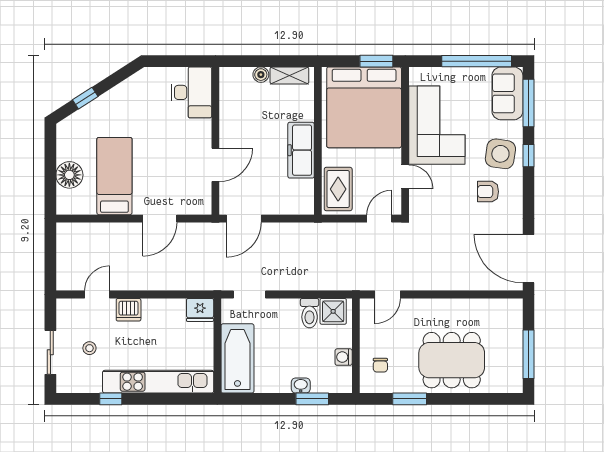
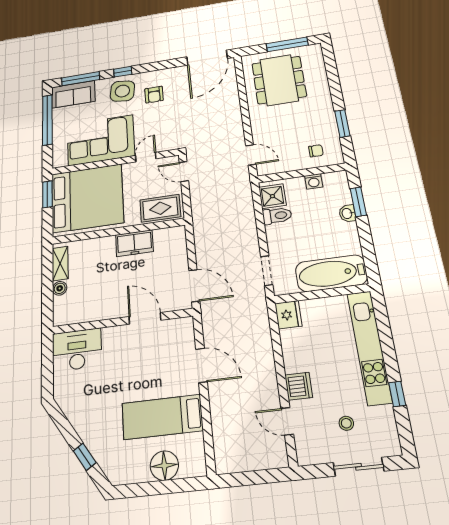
freezer: (301, 150) -> (134, 243), width x0.71
dining table: (452, 360) -> (279, 80), moved

